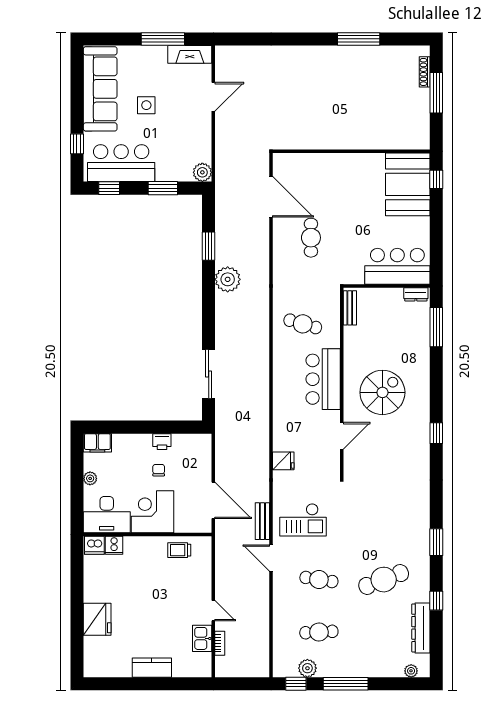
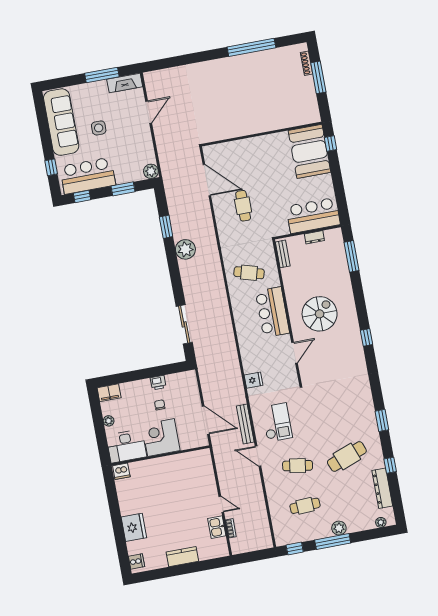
window: (359, 39) -> (251, 47), width x1.46
dresser: (416, 294) -> (314, 237), moved
checkout: (303, 520) -> (277, 422), turned -90
bench: (262, 521) -> (245, 424), width x1.36
cooker: (114, 545) -> (136, 561), moved, turned -90
trolley: (179, 550) -> (187, 463), removed
plant: (307, 668) -> (339, 528), moved

